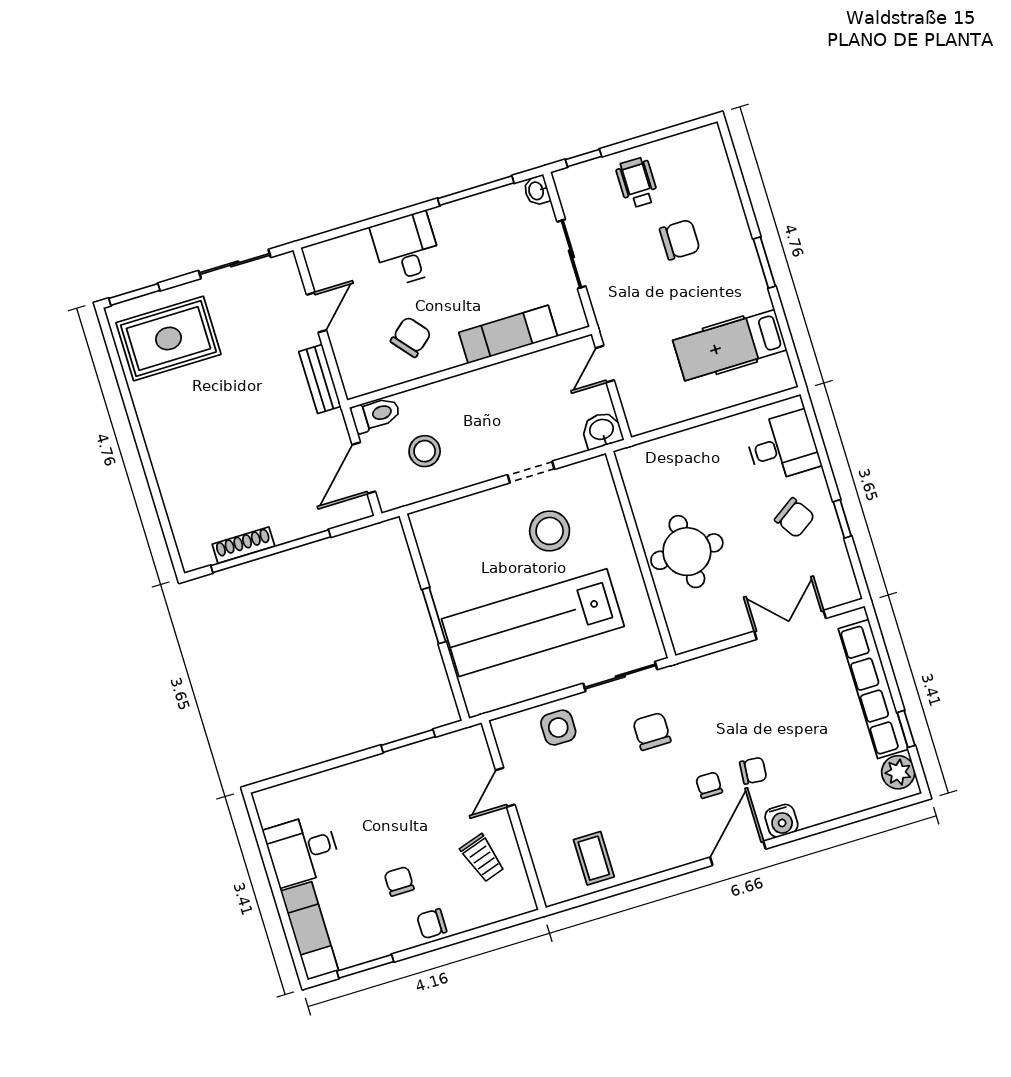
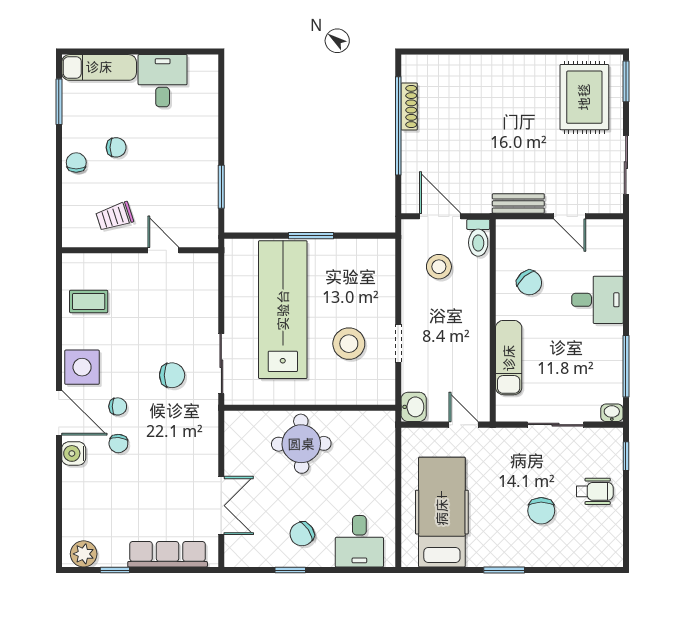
hospital bed: (730, 345) -> (442, 512), width x1.37, depth x1.29
row of seats: (873, 689) -> (168, 554), width x0.73
side table: (558, 728) -> (82, 367), moved, width x1.37, depth x1.37

